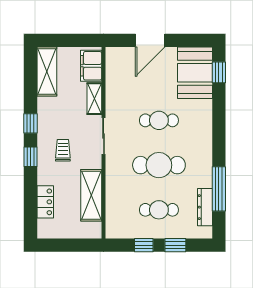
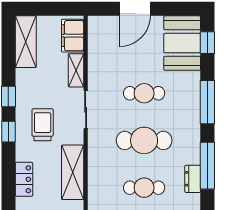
window: (219, 129) -> (207, 102), added
trolley: (63, 150) -> (43, 125), width x1.36, depth x1.39
dresser: (205, 207) -> (193, 179), width x0.70

